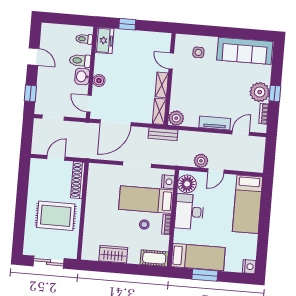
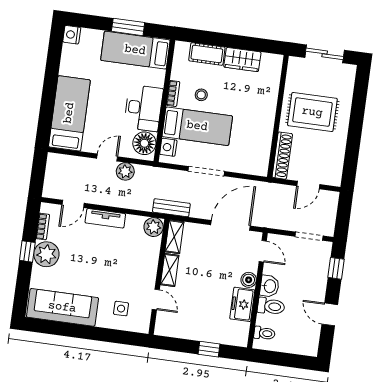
freezer: (105, 41) -> (242, 304), moved
cot: (154, 258) -> (207, 54), moved

